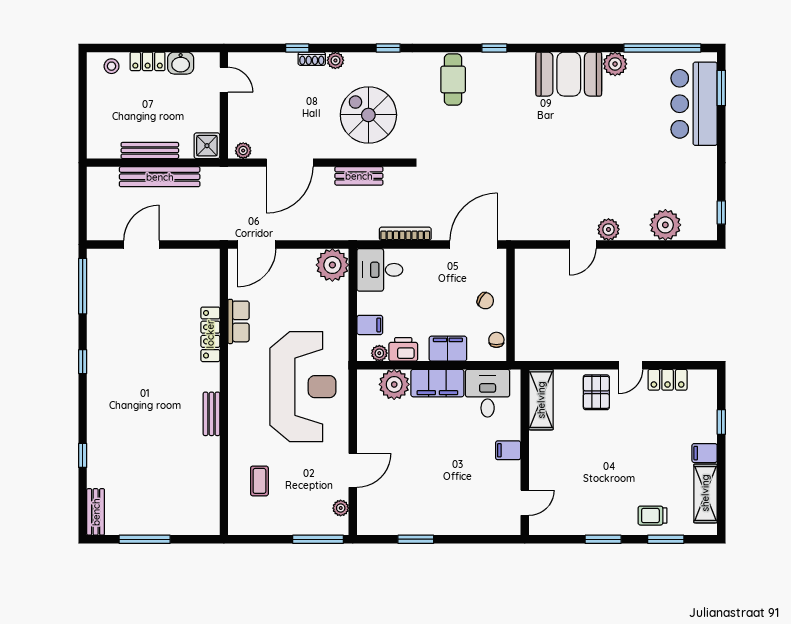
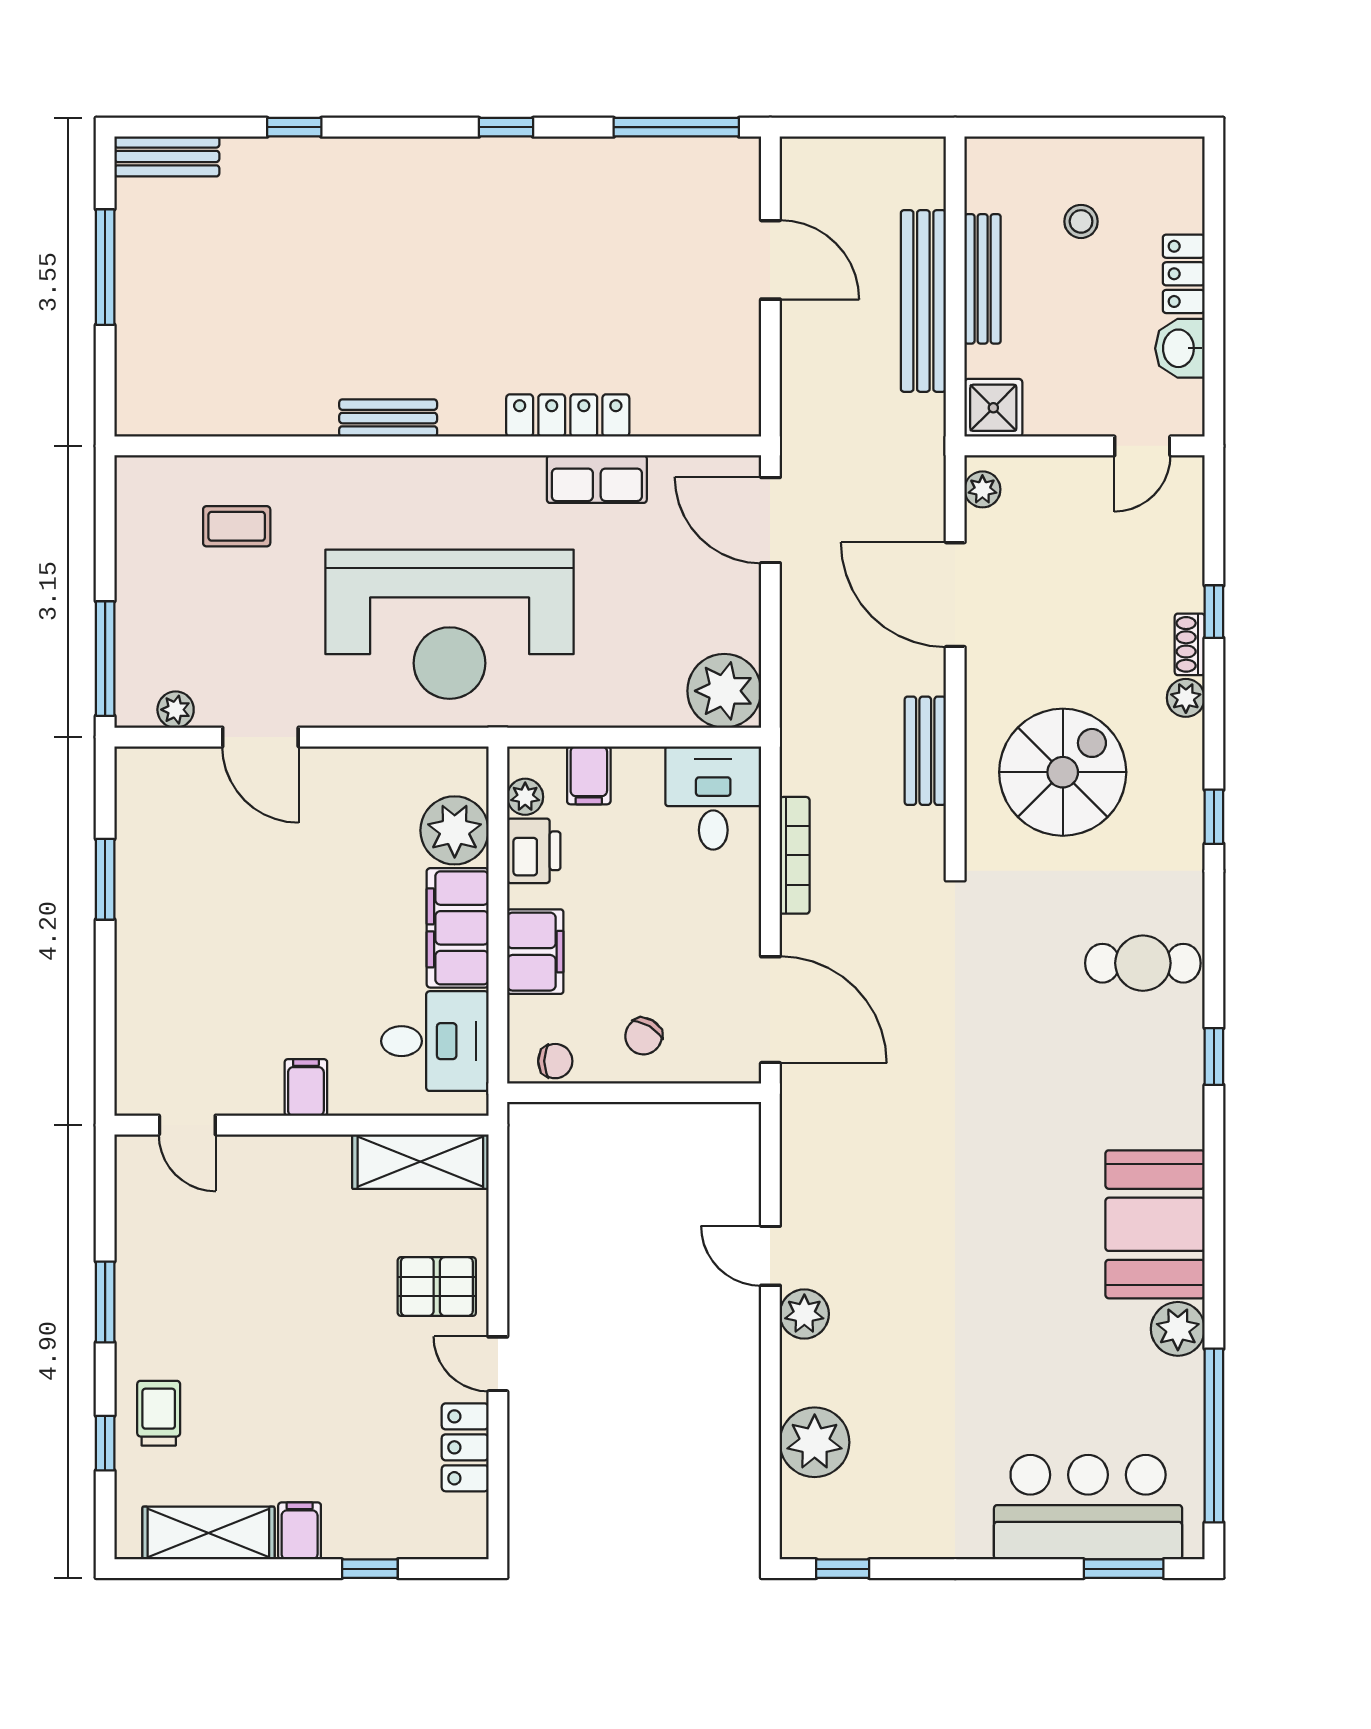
stool: (112, 66) -> (1081, 221), moved
window: (666, 539) -> (105, 1443), width x0.67

